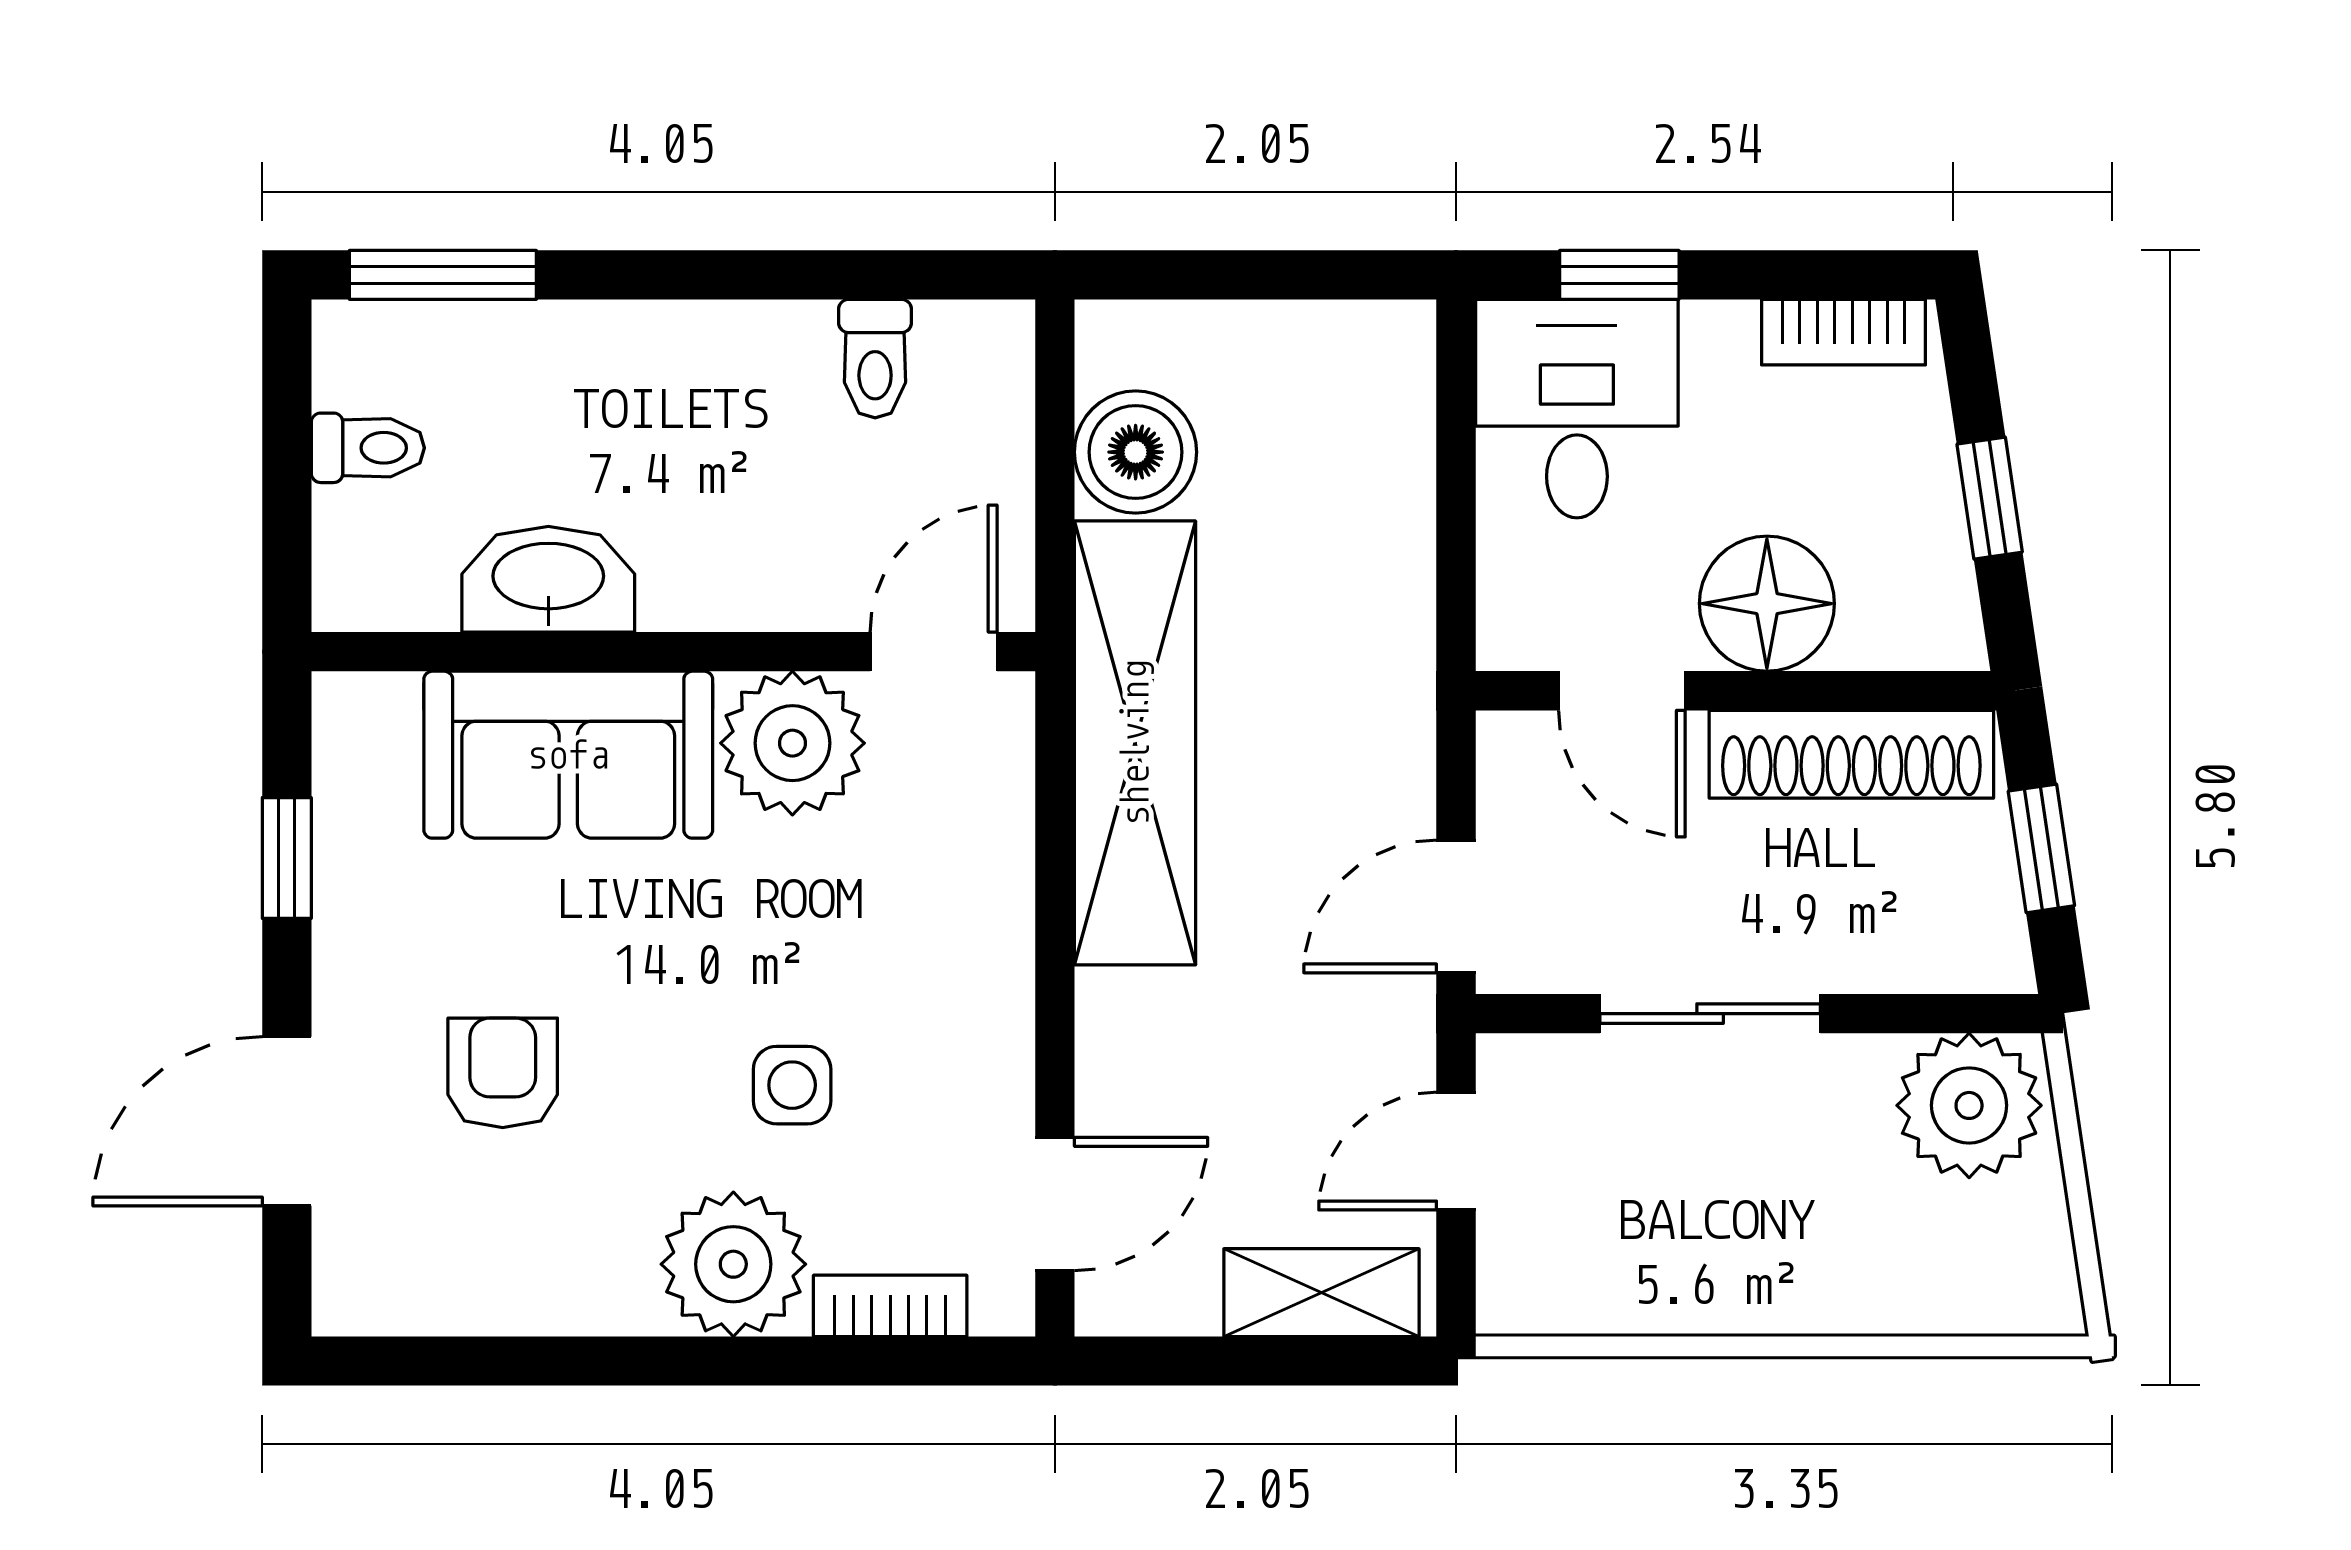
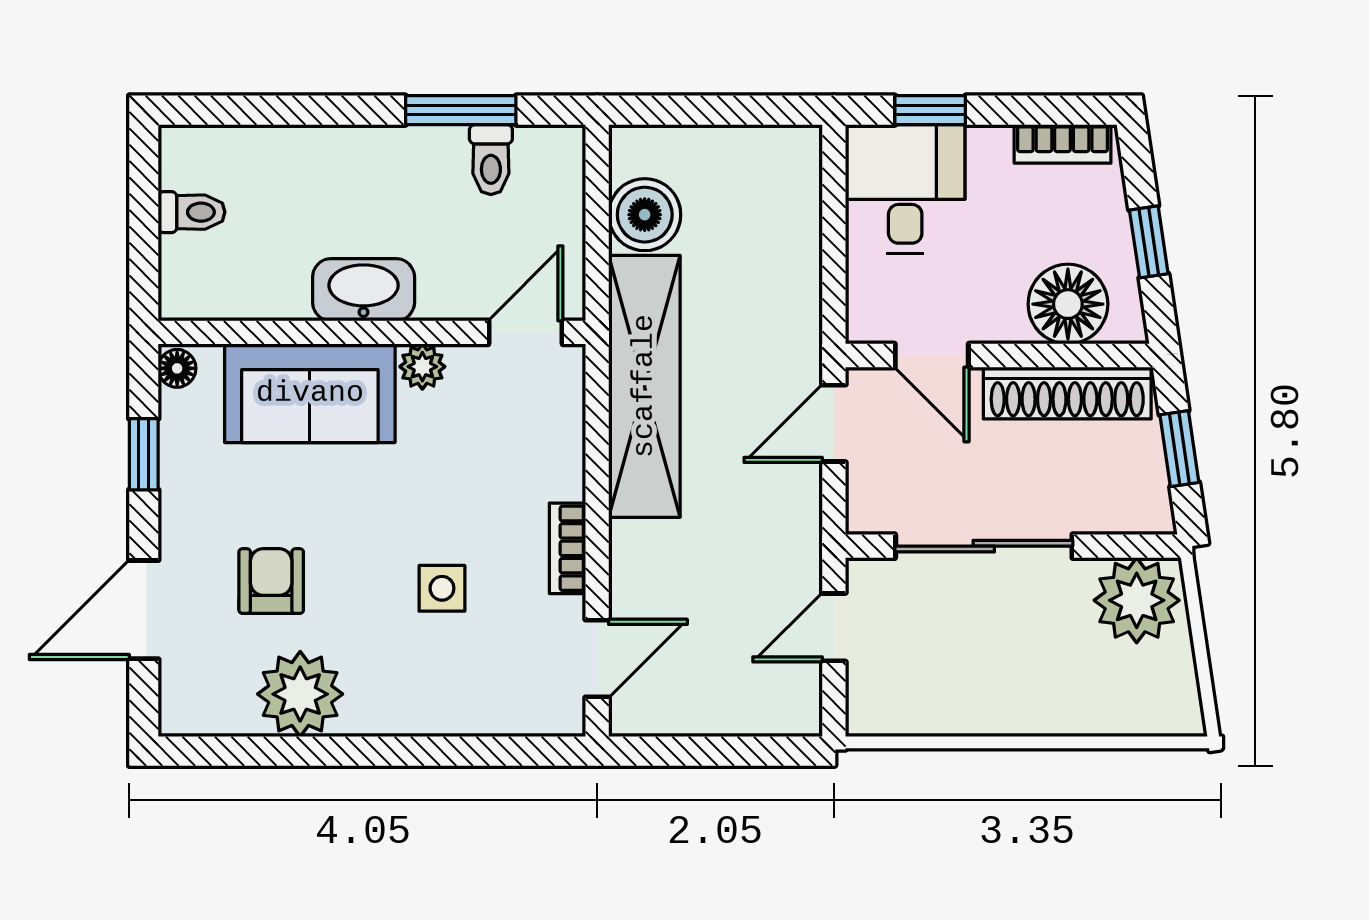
window: (443, 275) -> (461, 110), moved
washbasin: (548, 579) -> (364, 290), moved
floor lamp: (1767, 604) -> (1068, 304), moved
floor lamp: (343, 713) -> (177, 368), added
plant: (792, 743) -> (422, 367), width x0.53, depth x0.53
door: (1456, 906) -> (834, 423), moved
sliding door: (1710, 1014) -> (984, 546), width x1.37
plant: (733, 1264) -> (300, 694), moved
shelving: (1321, 1293) -> (754, 711), removed
bookcase: (890, 1306) -> (567, 548), moved, turned -90

